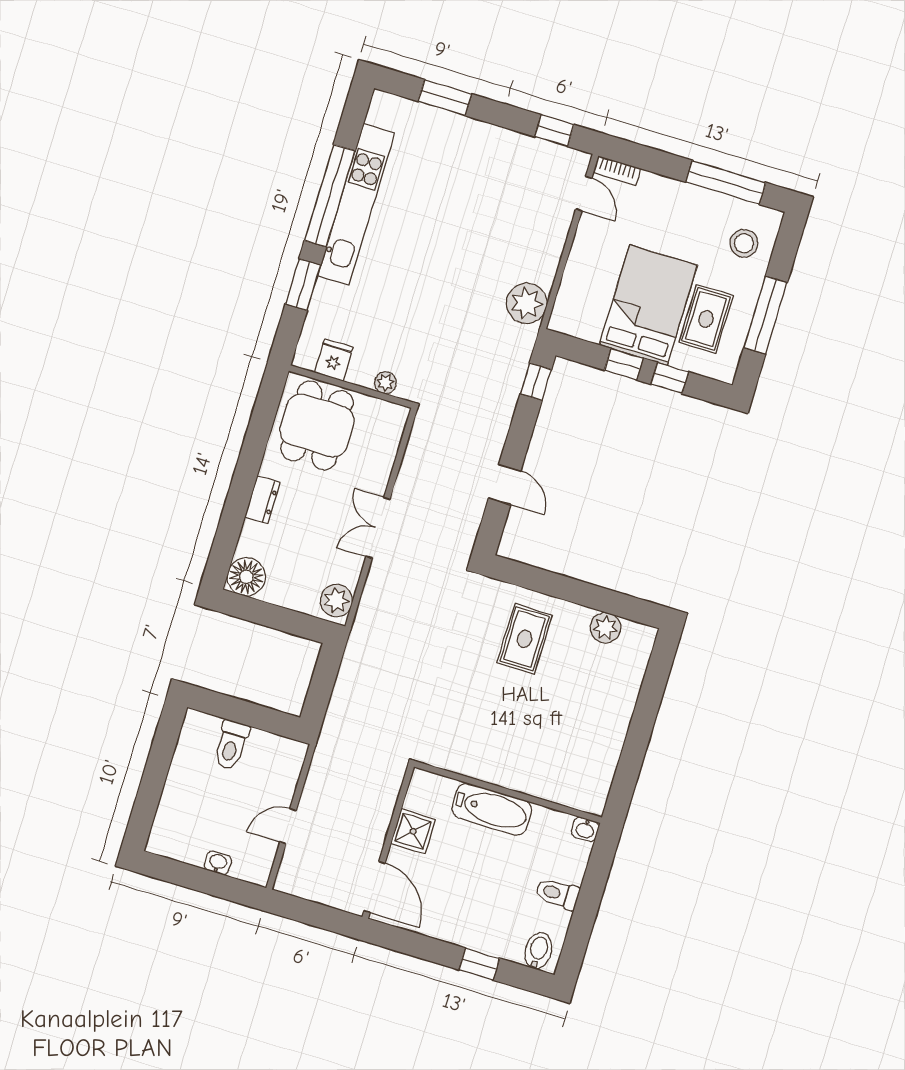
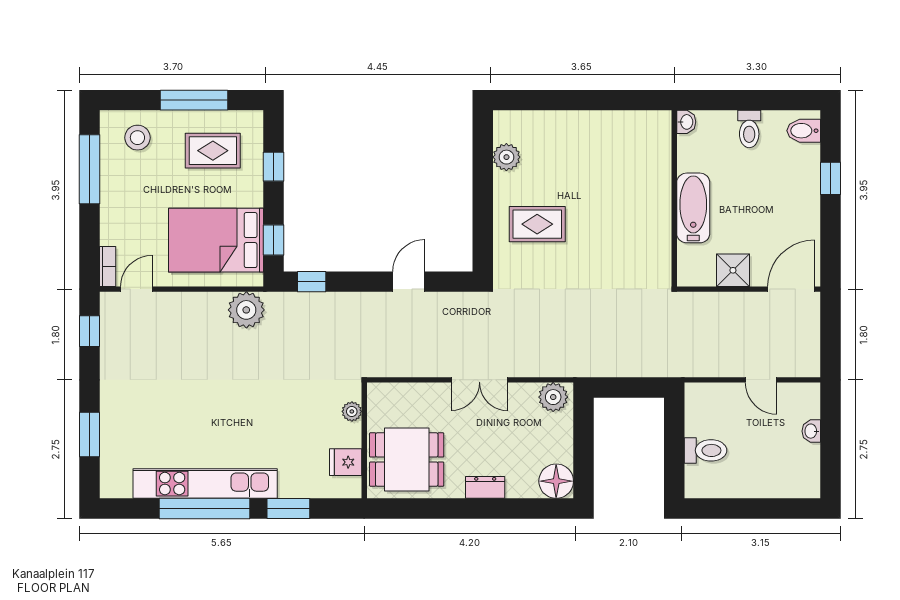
bed: (648, 305) -> (216, 240), moved
window: (624, 364) -> (273, 240), moved

